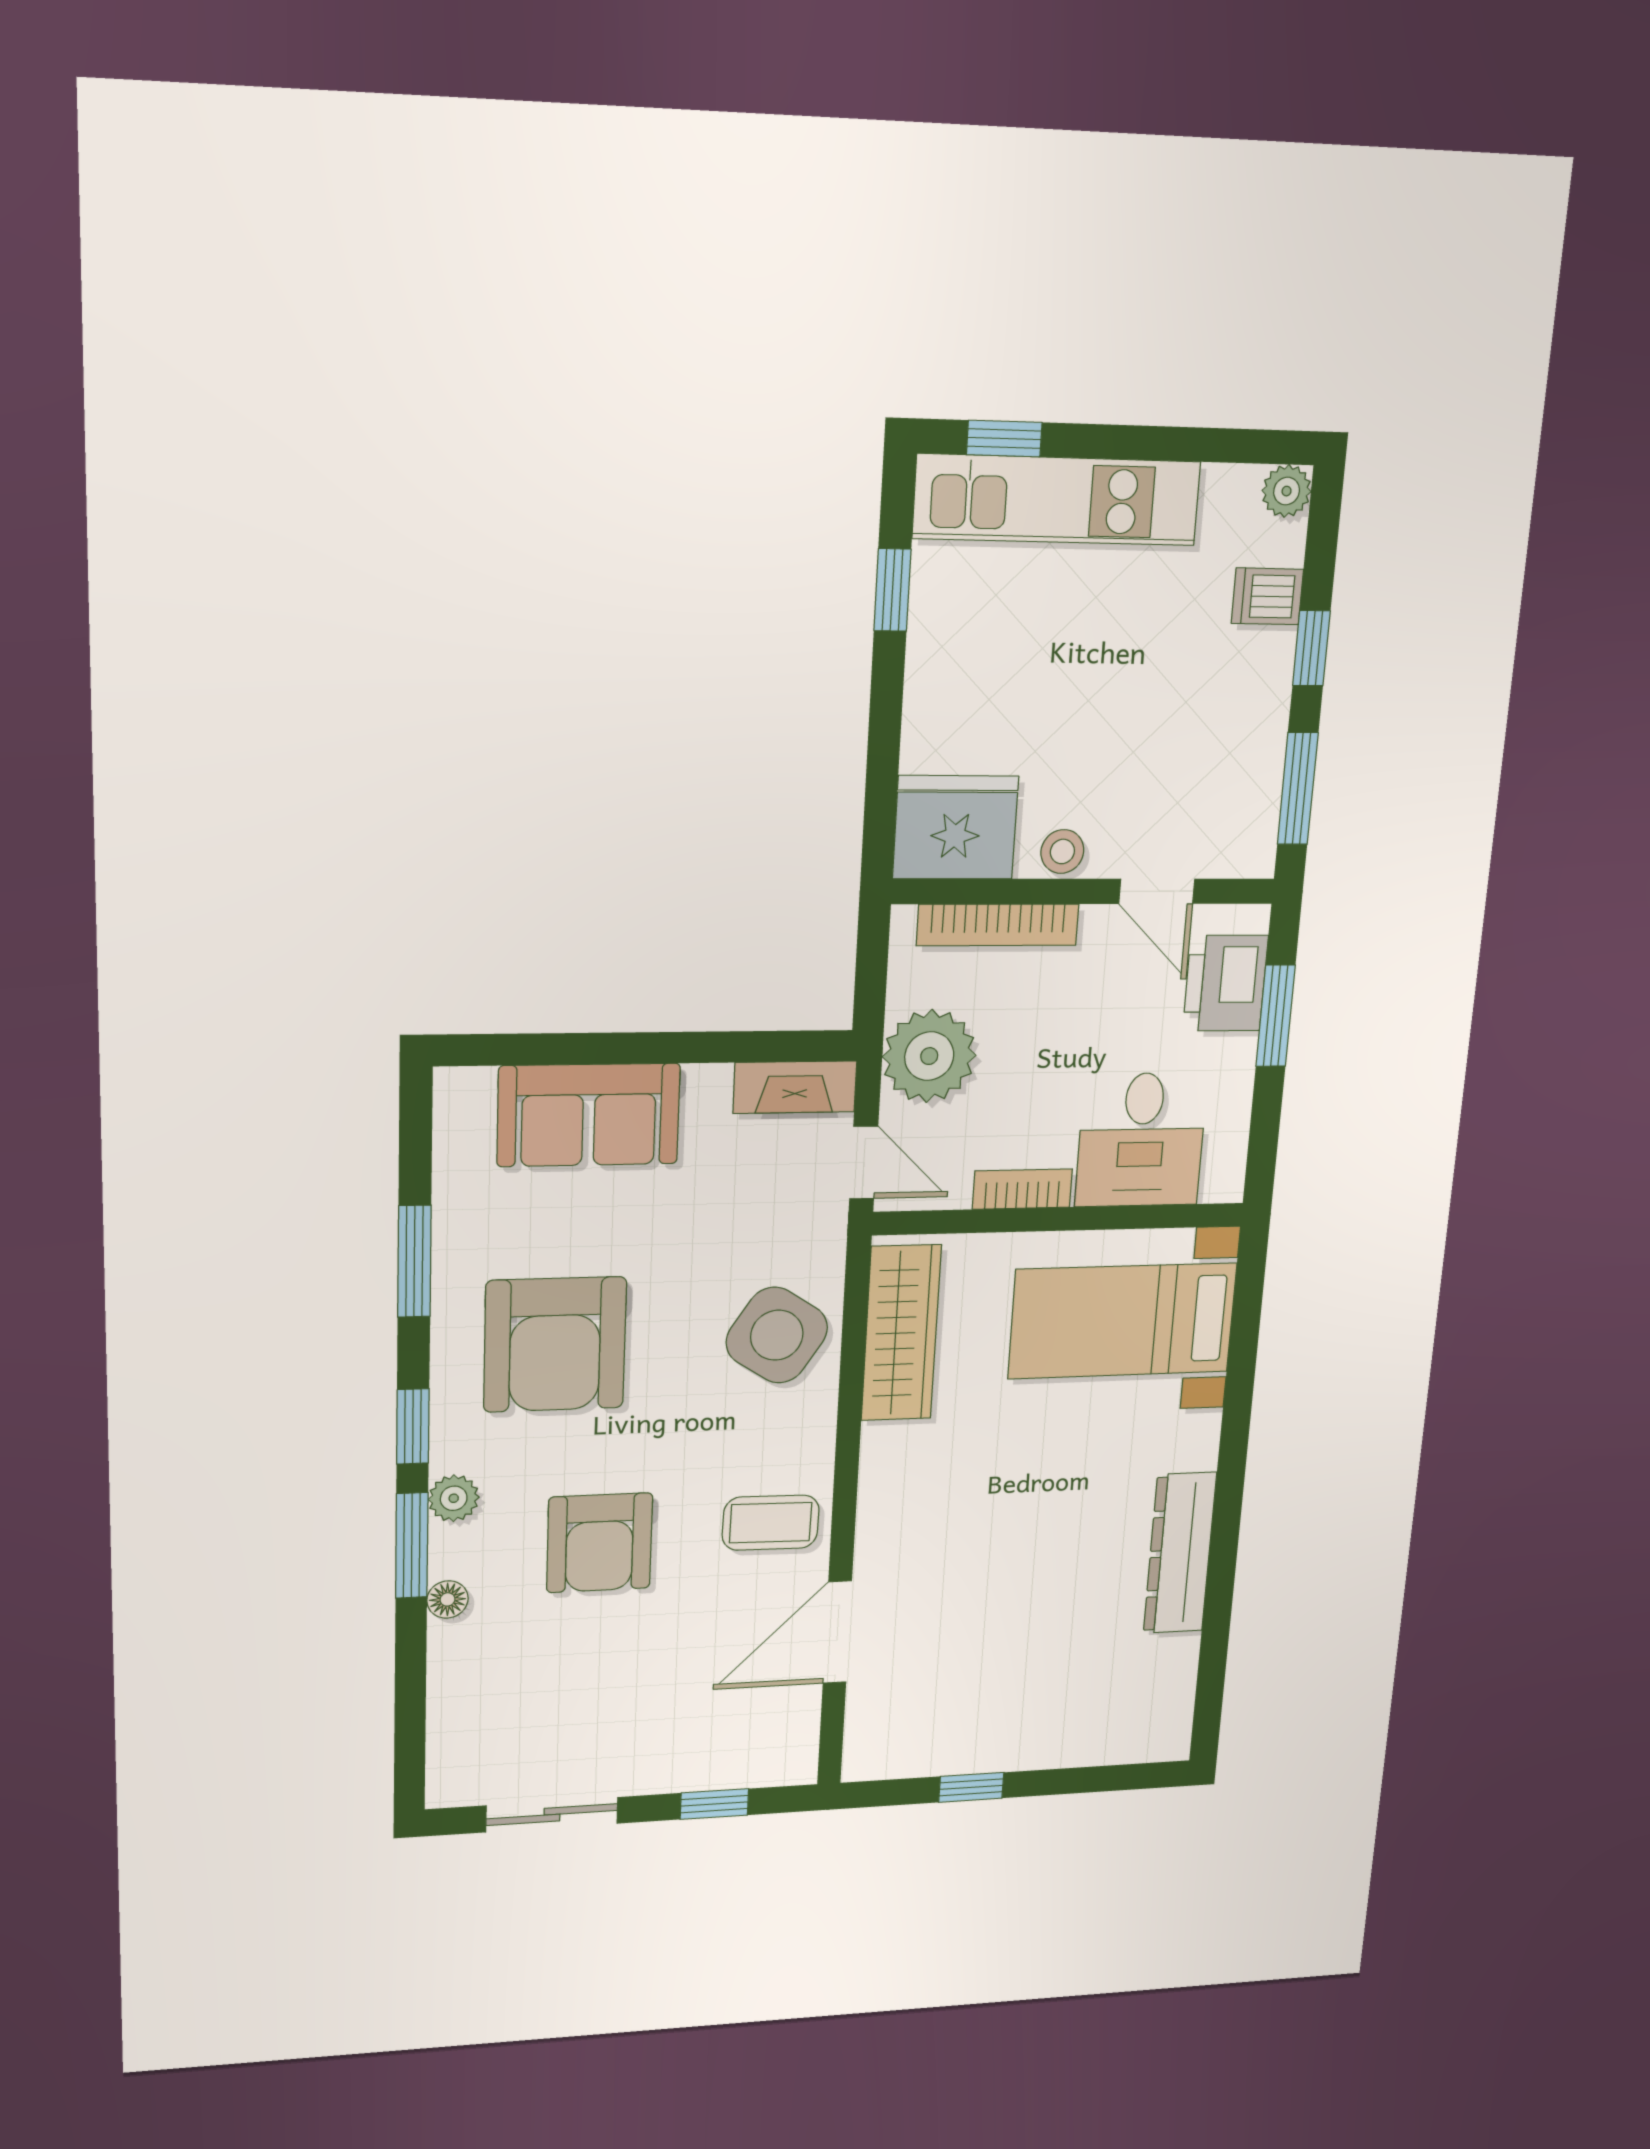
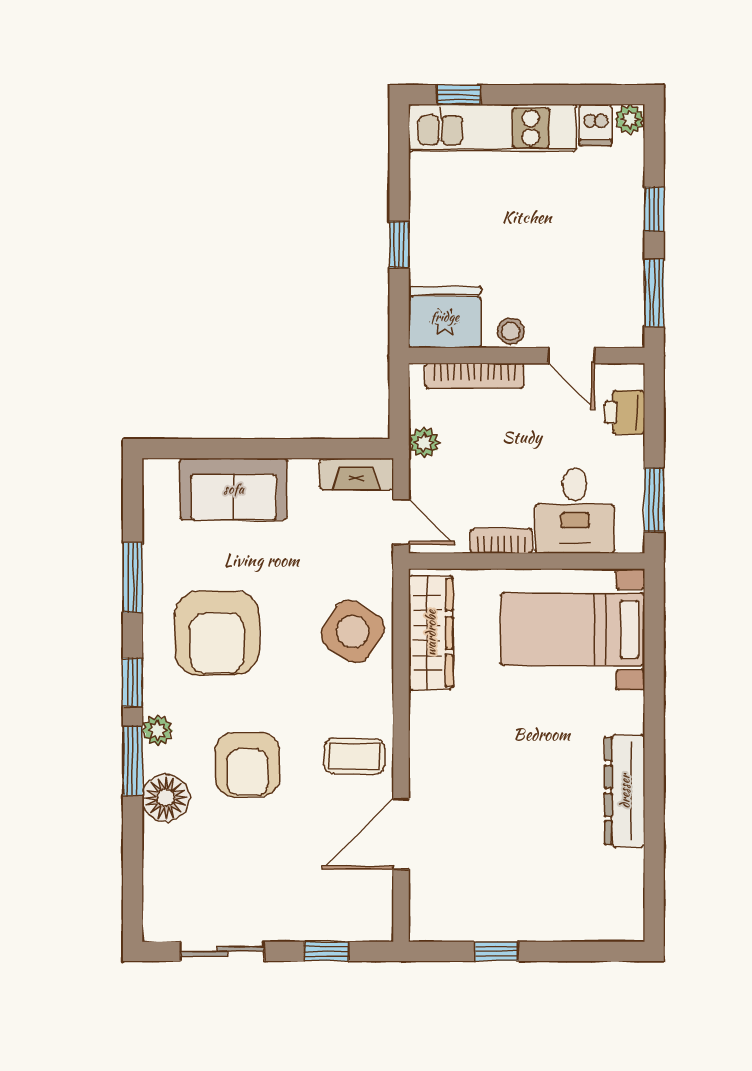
window: (893, 590) -> (399, 245), moved
dishwasher: (1267, 596) -> (595, 125), moved, turned -90
printer: (1225, 983) -> (625, 412), width x0.73, depth x0.81
window: (1276, 1016) -> (654, 500), moved
plant: (929, 1056) -> (424, 442), width x0.53, depth x0.53
floor lamp: (448, 1599) -> (166, 798), width x1.89, depth x1.89

